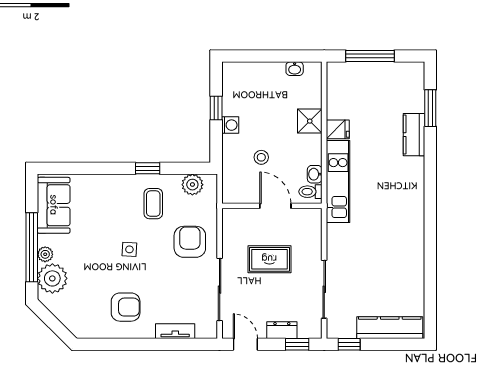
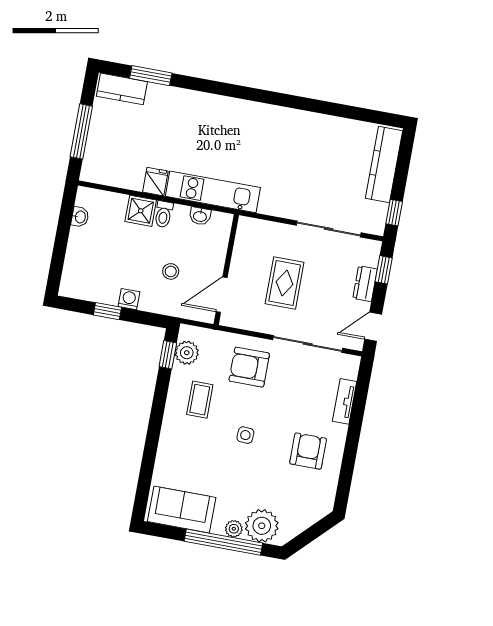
kitchen counter: (414, 135) -> (122, 89), moved
window: (148, 168) -> (168, 355), moved
toilet: (310, 192) -> (164, 214), moved
coffee table: (153, 204) -> (200, 400), turned 90
door: (275, 206) -> (222, 295), moved

